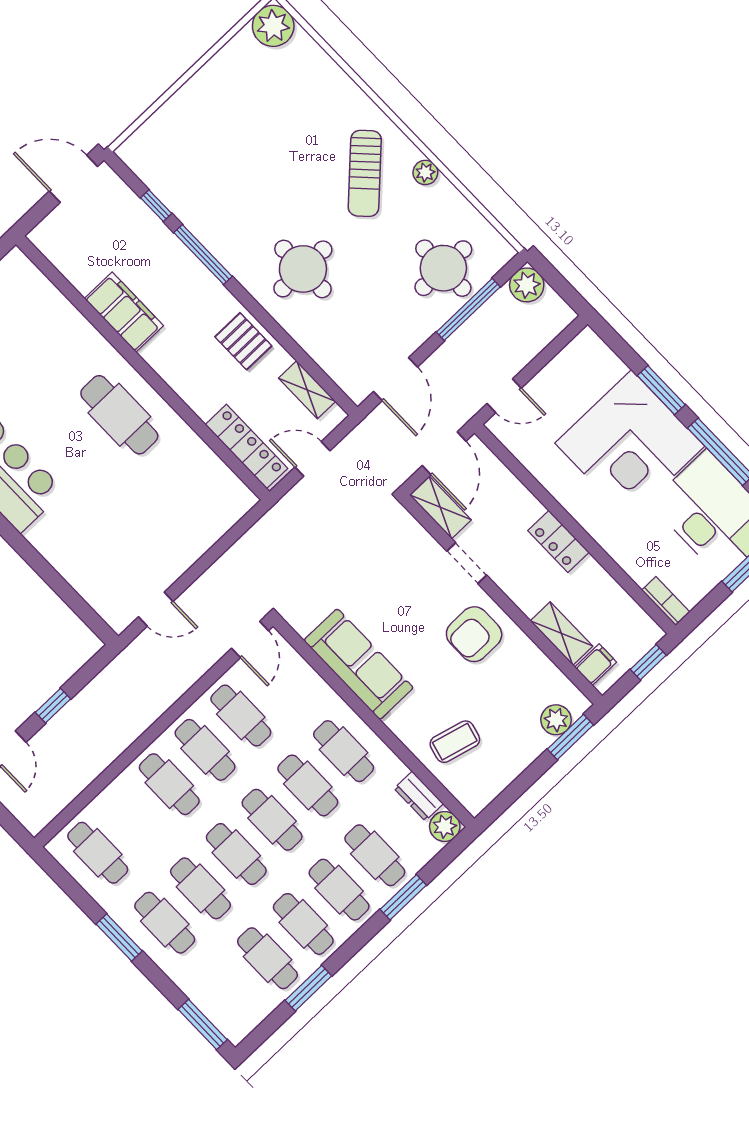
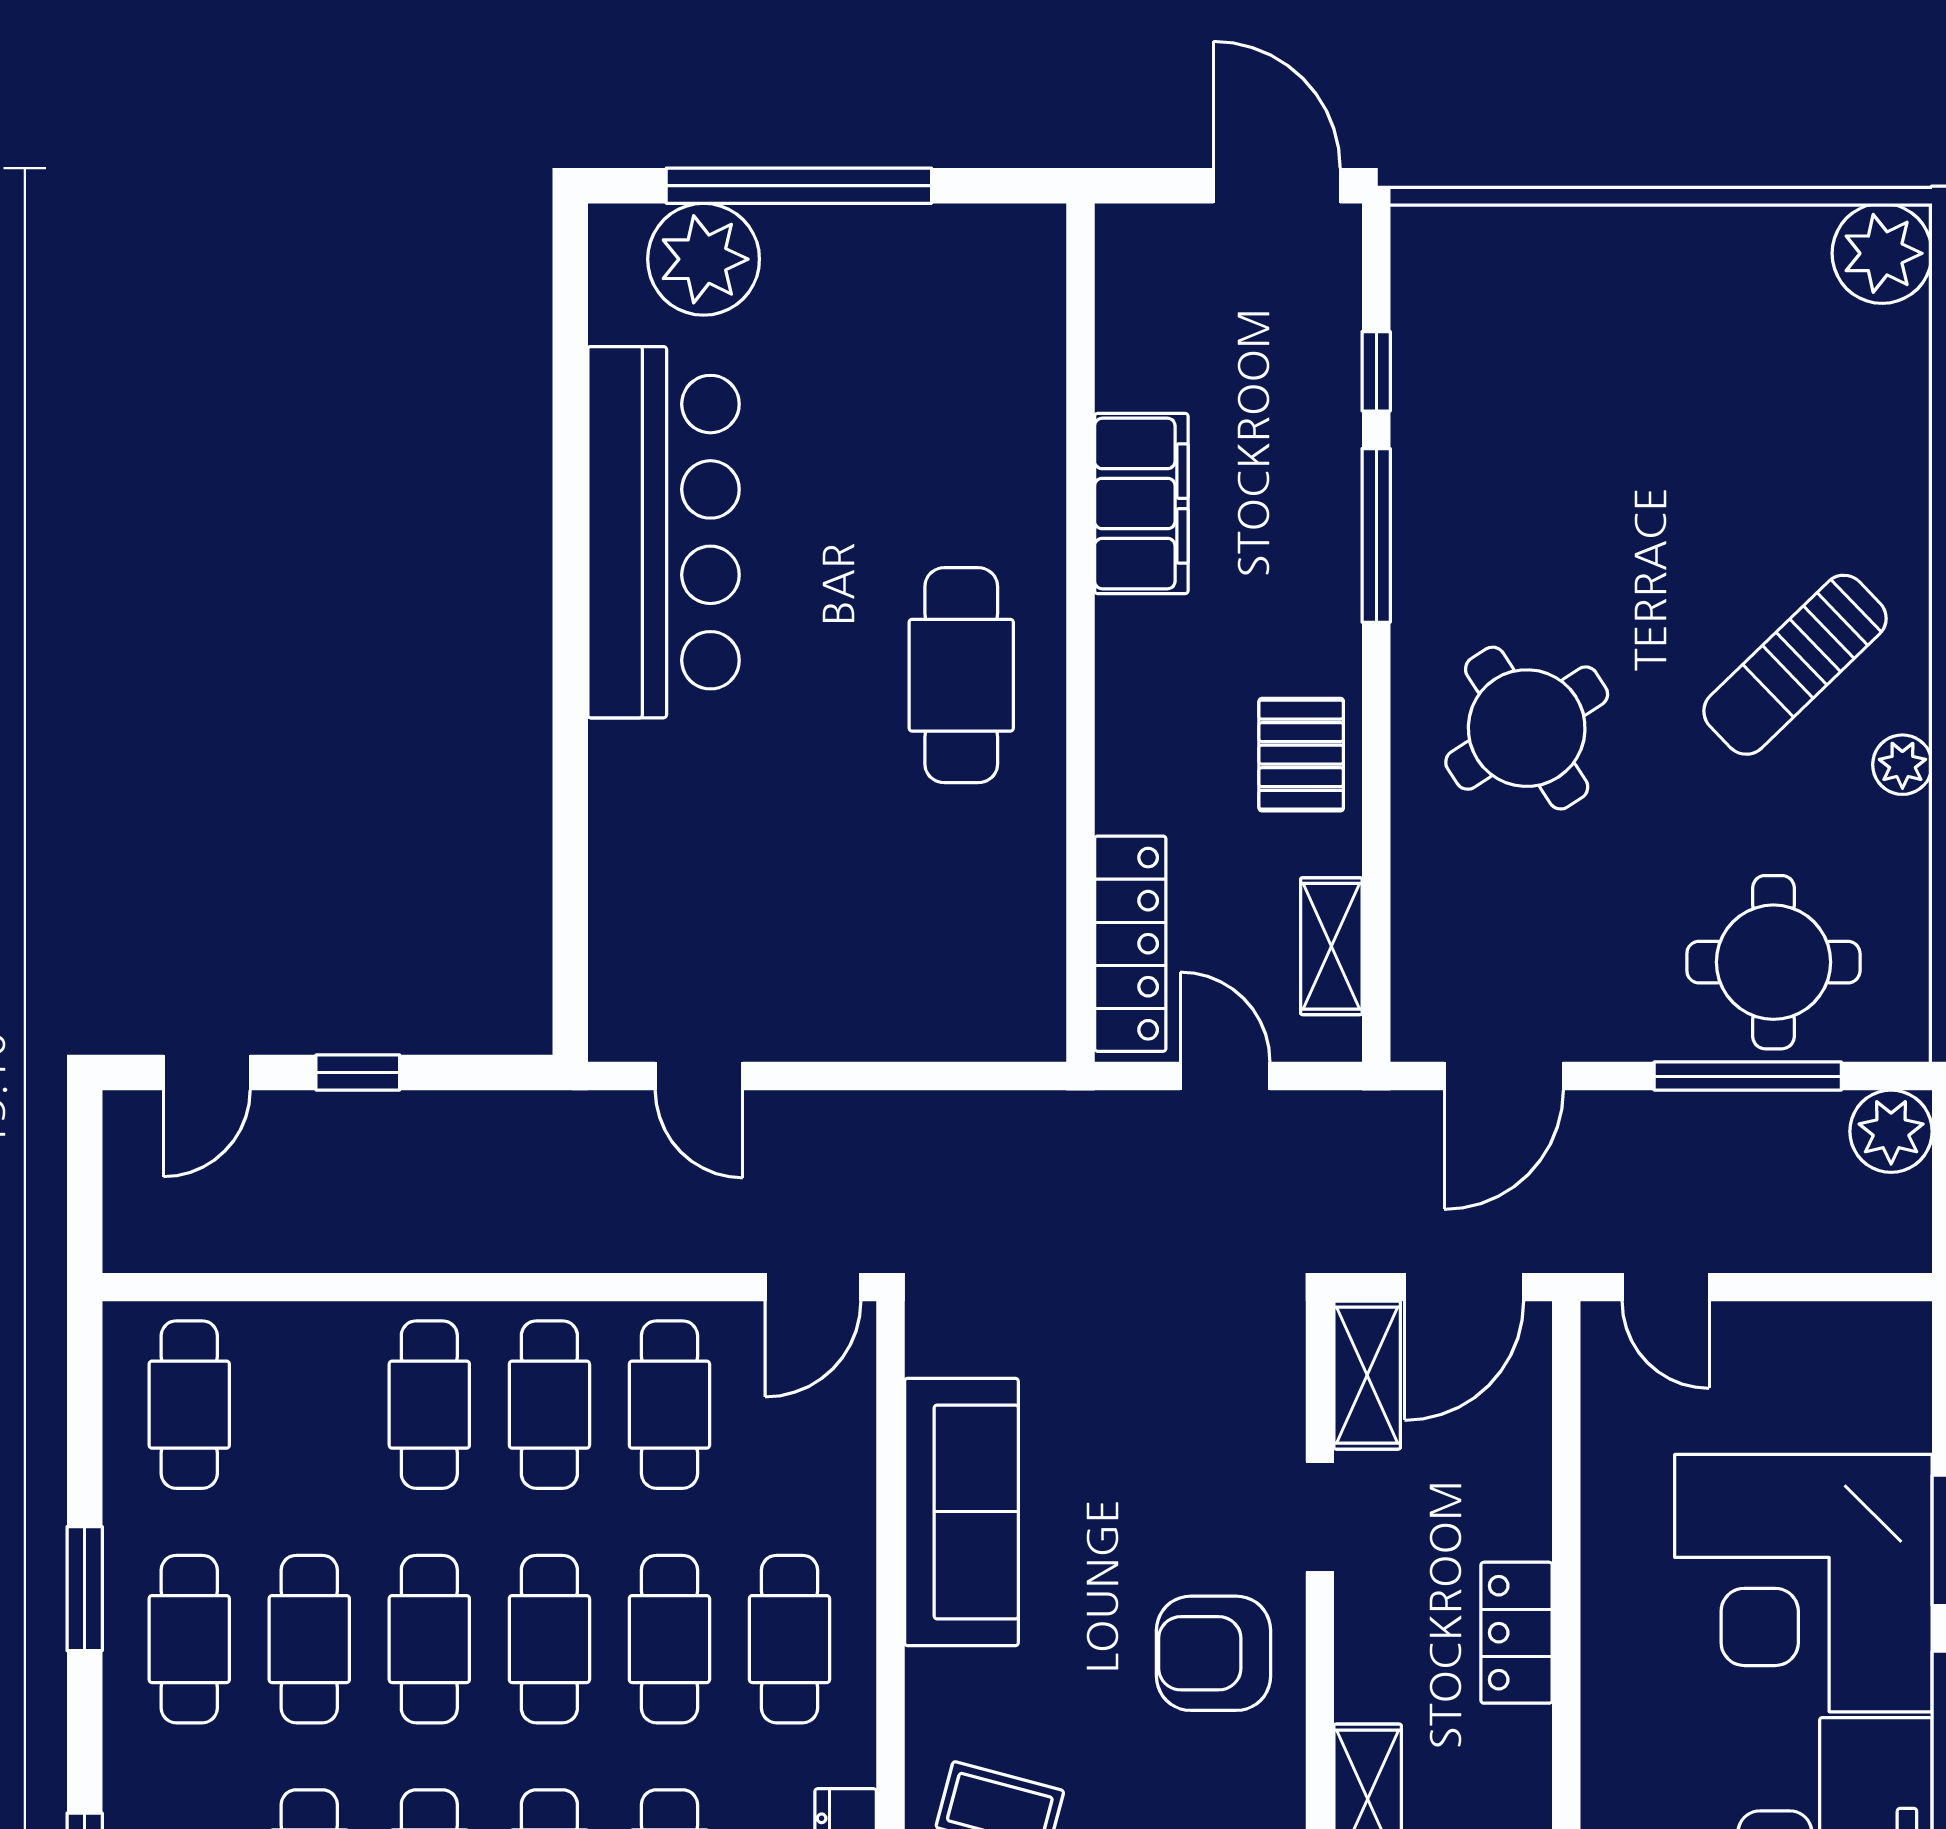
round table: (303, 269) -> (1527, 728), turned -33

